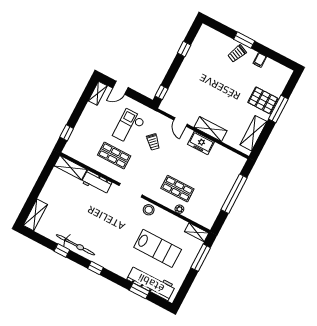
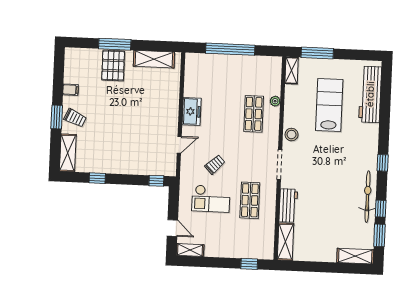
shelving: (211, 129) -> (68, 153), moved
window: (139, 291) -> (379, 235), moved

